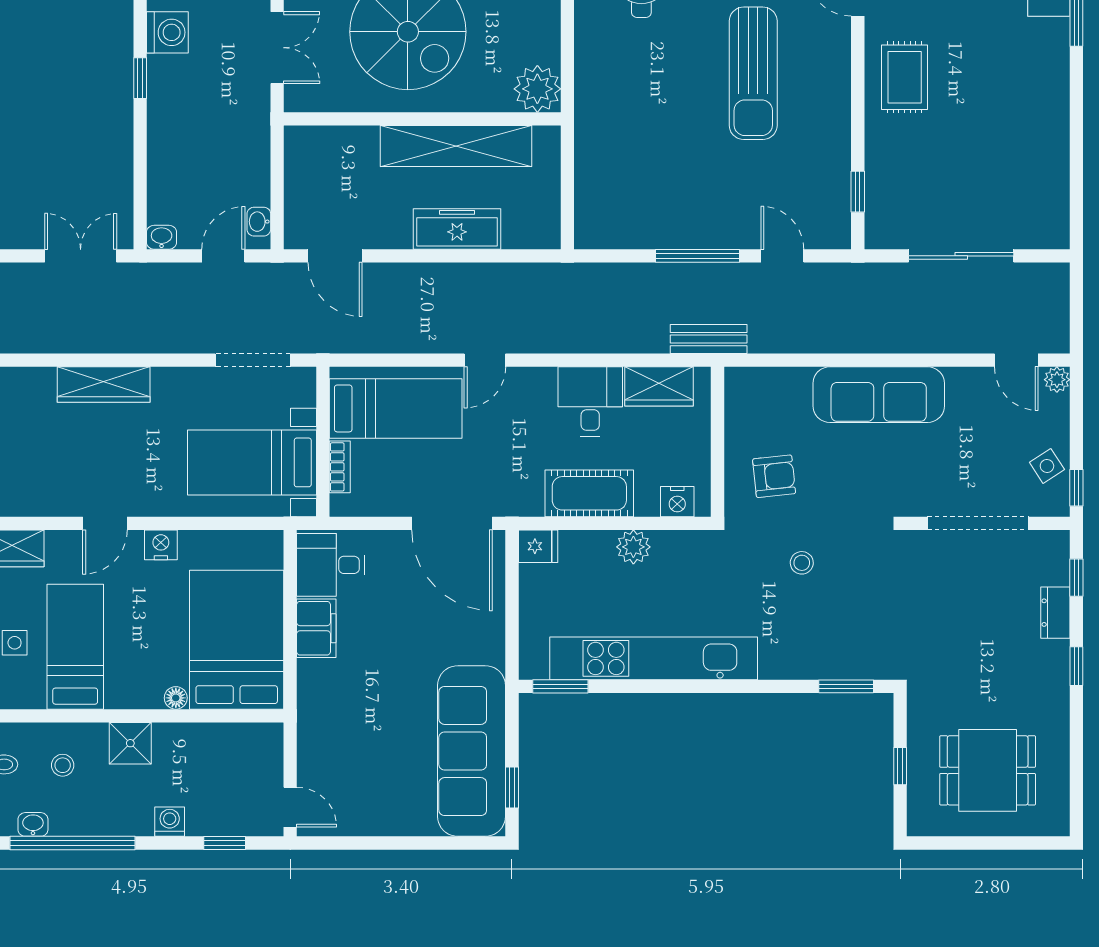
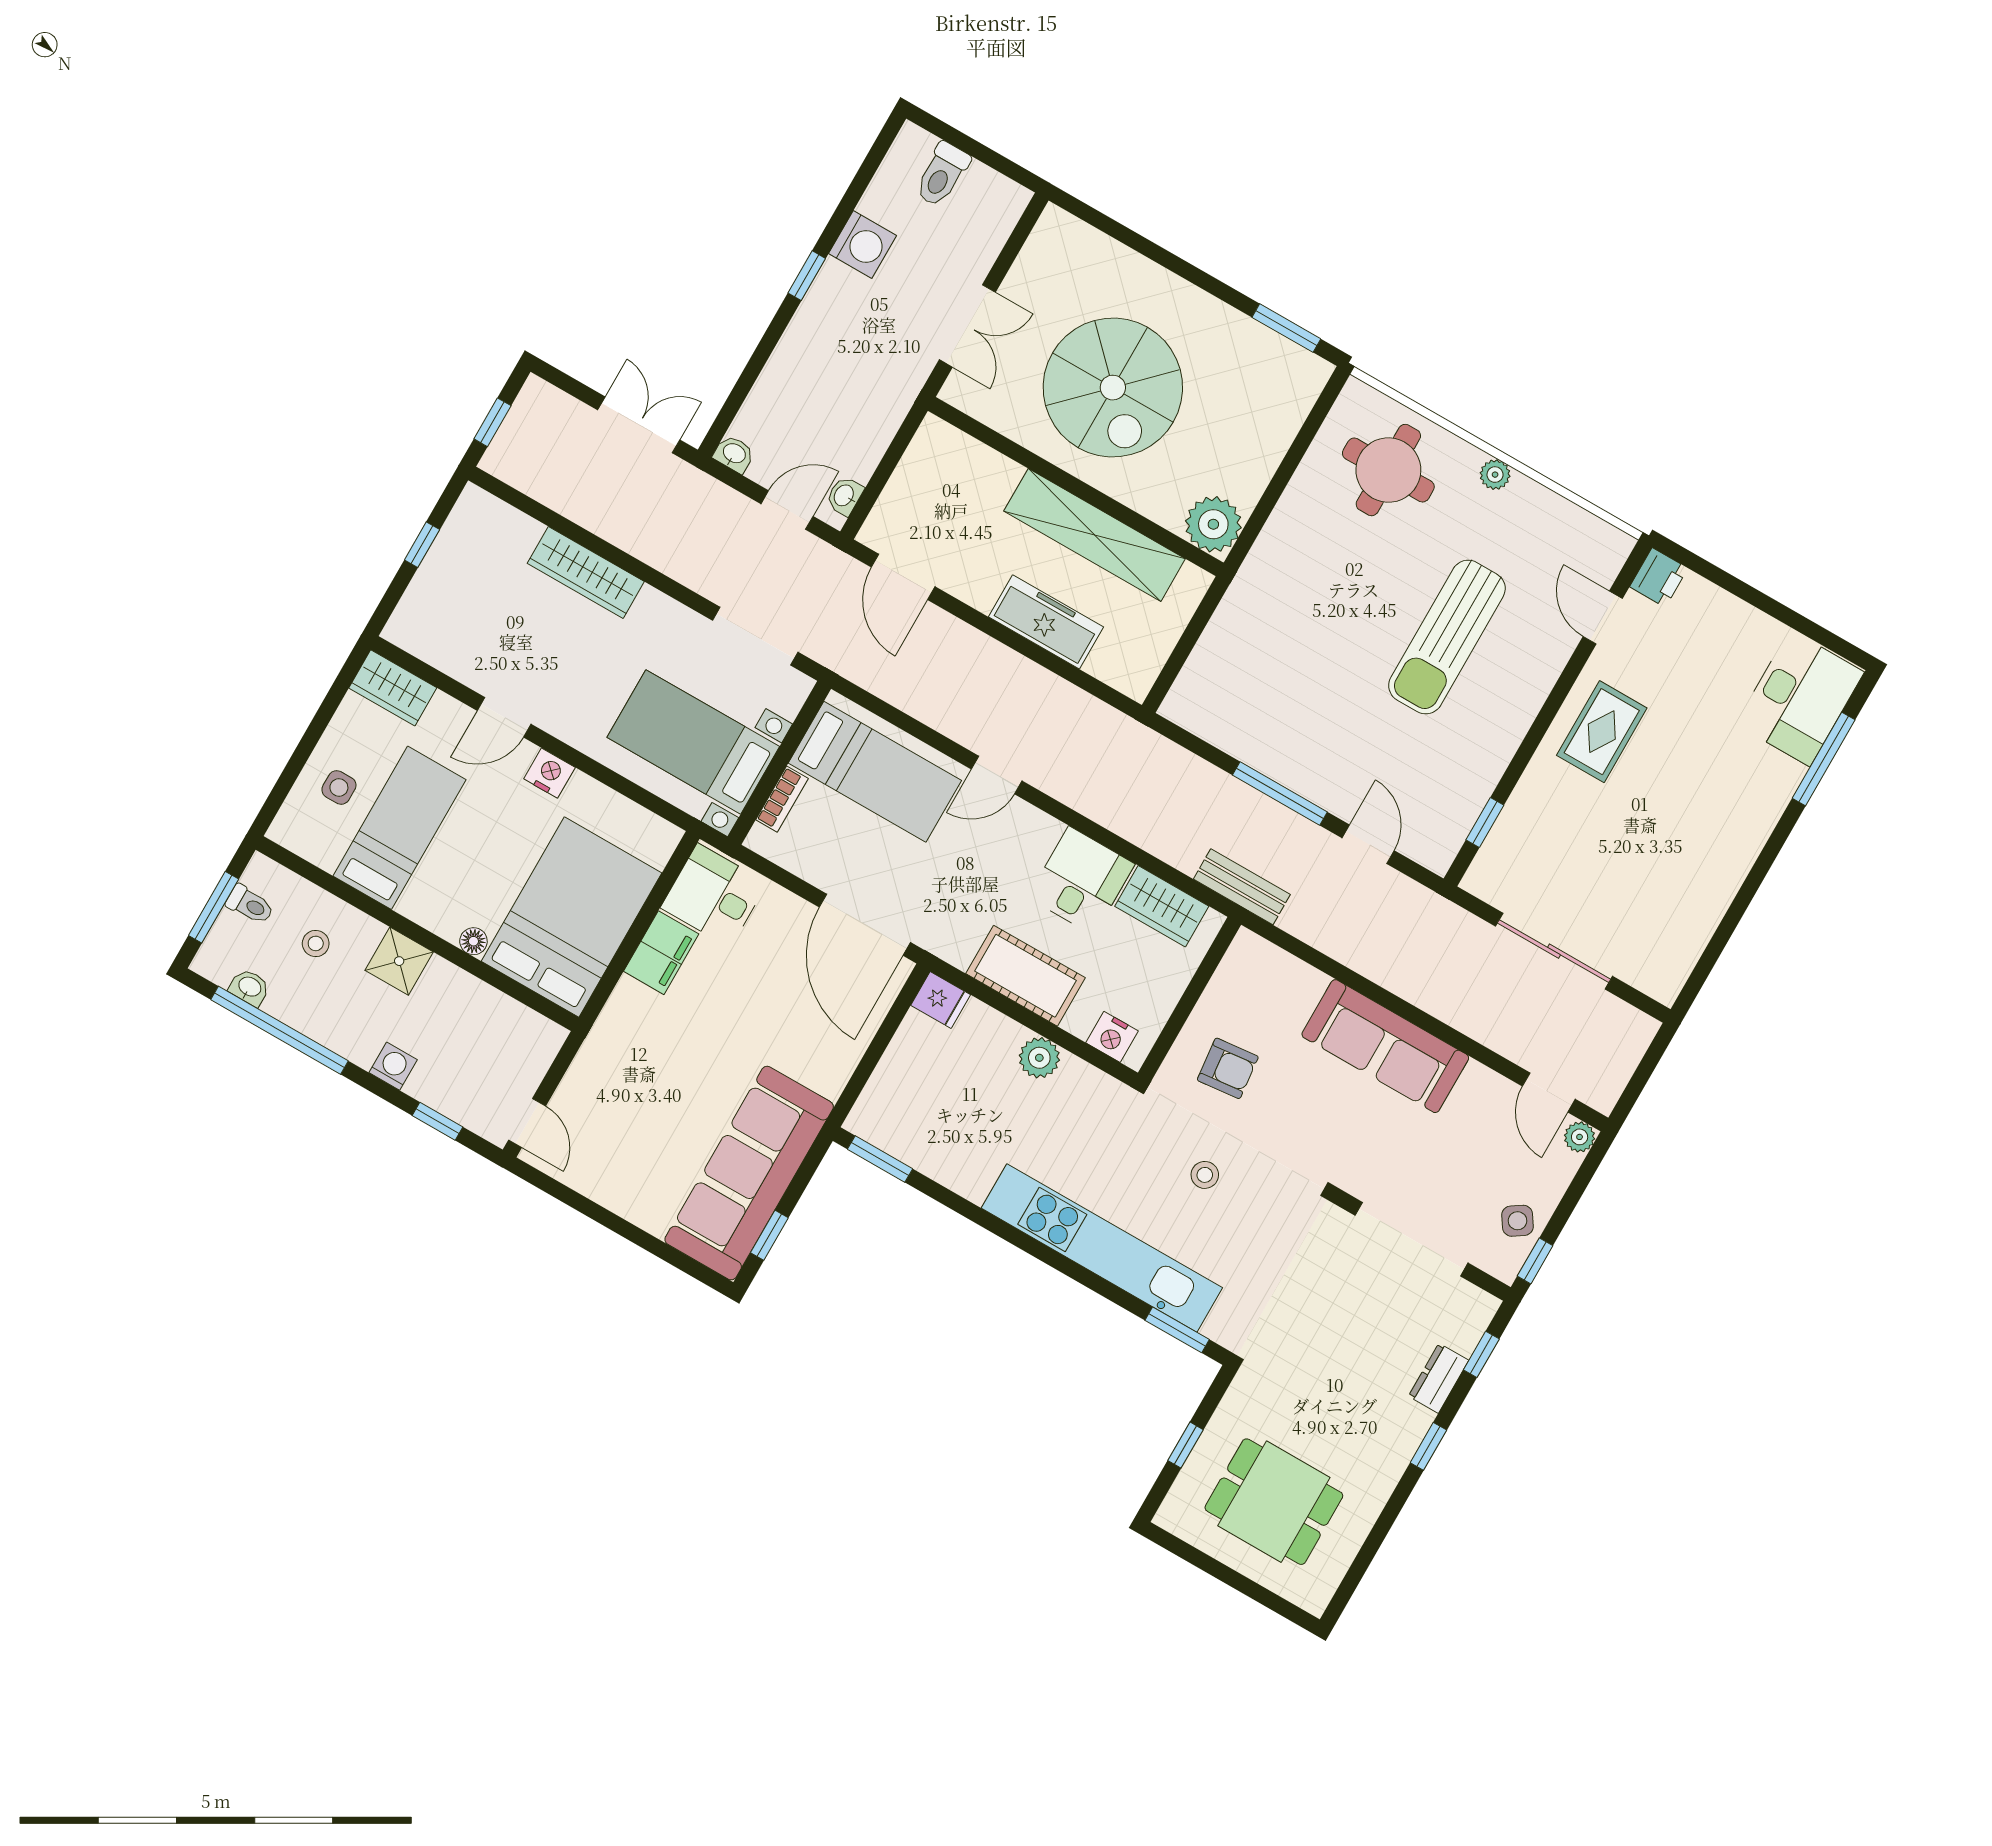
kitchen unit: (654, 658) -> (1102, 1248), moved

